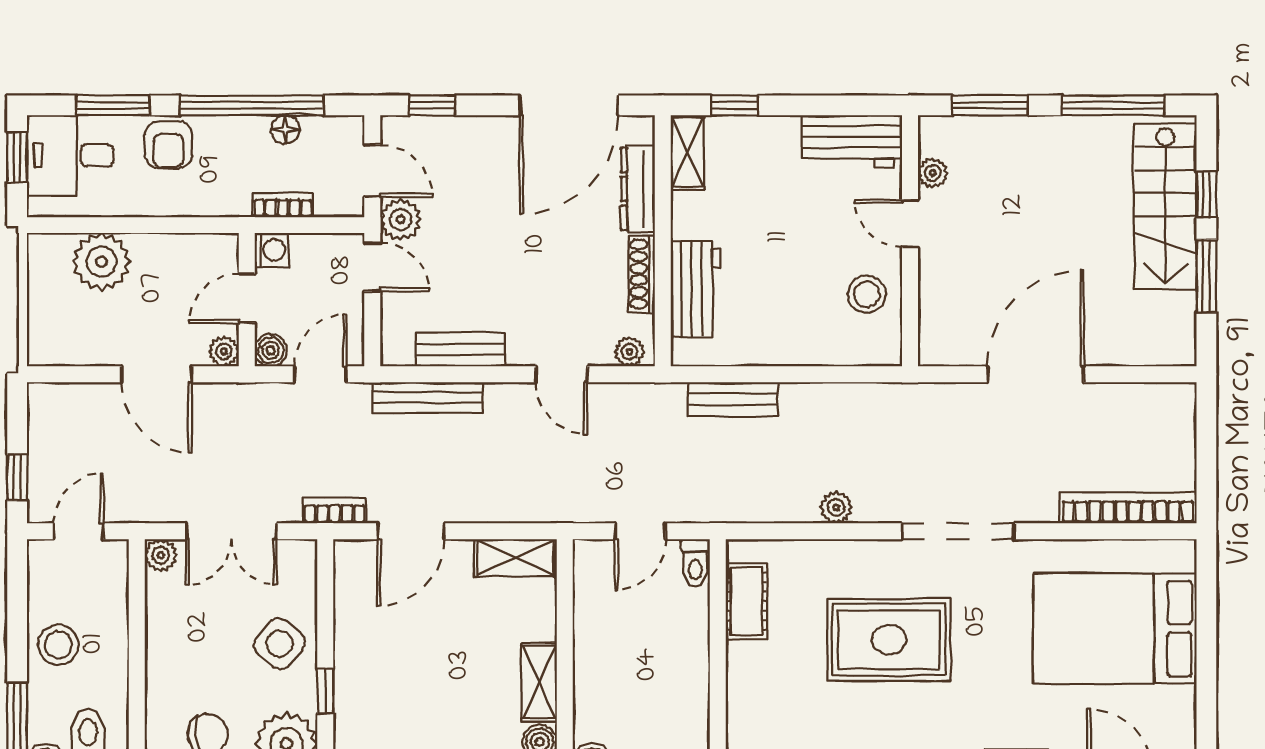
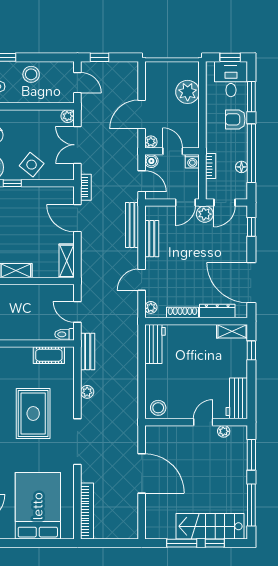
workbench: (695, 289) -> (155, 344), moved, turned -90
stool: (867, 294) -> (158, 408), moved
bench: (733, 399) -> (88, 351), moved

